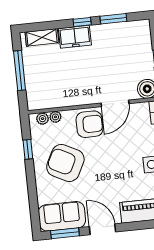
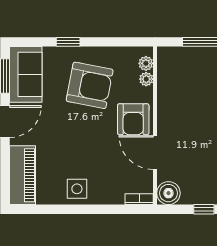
window: (28, 149) -> (68, 42), moved
armchair: (65, 163) -> (90, 85), turned 74

